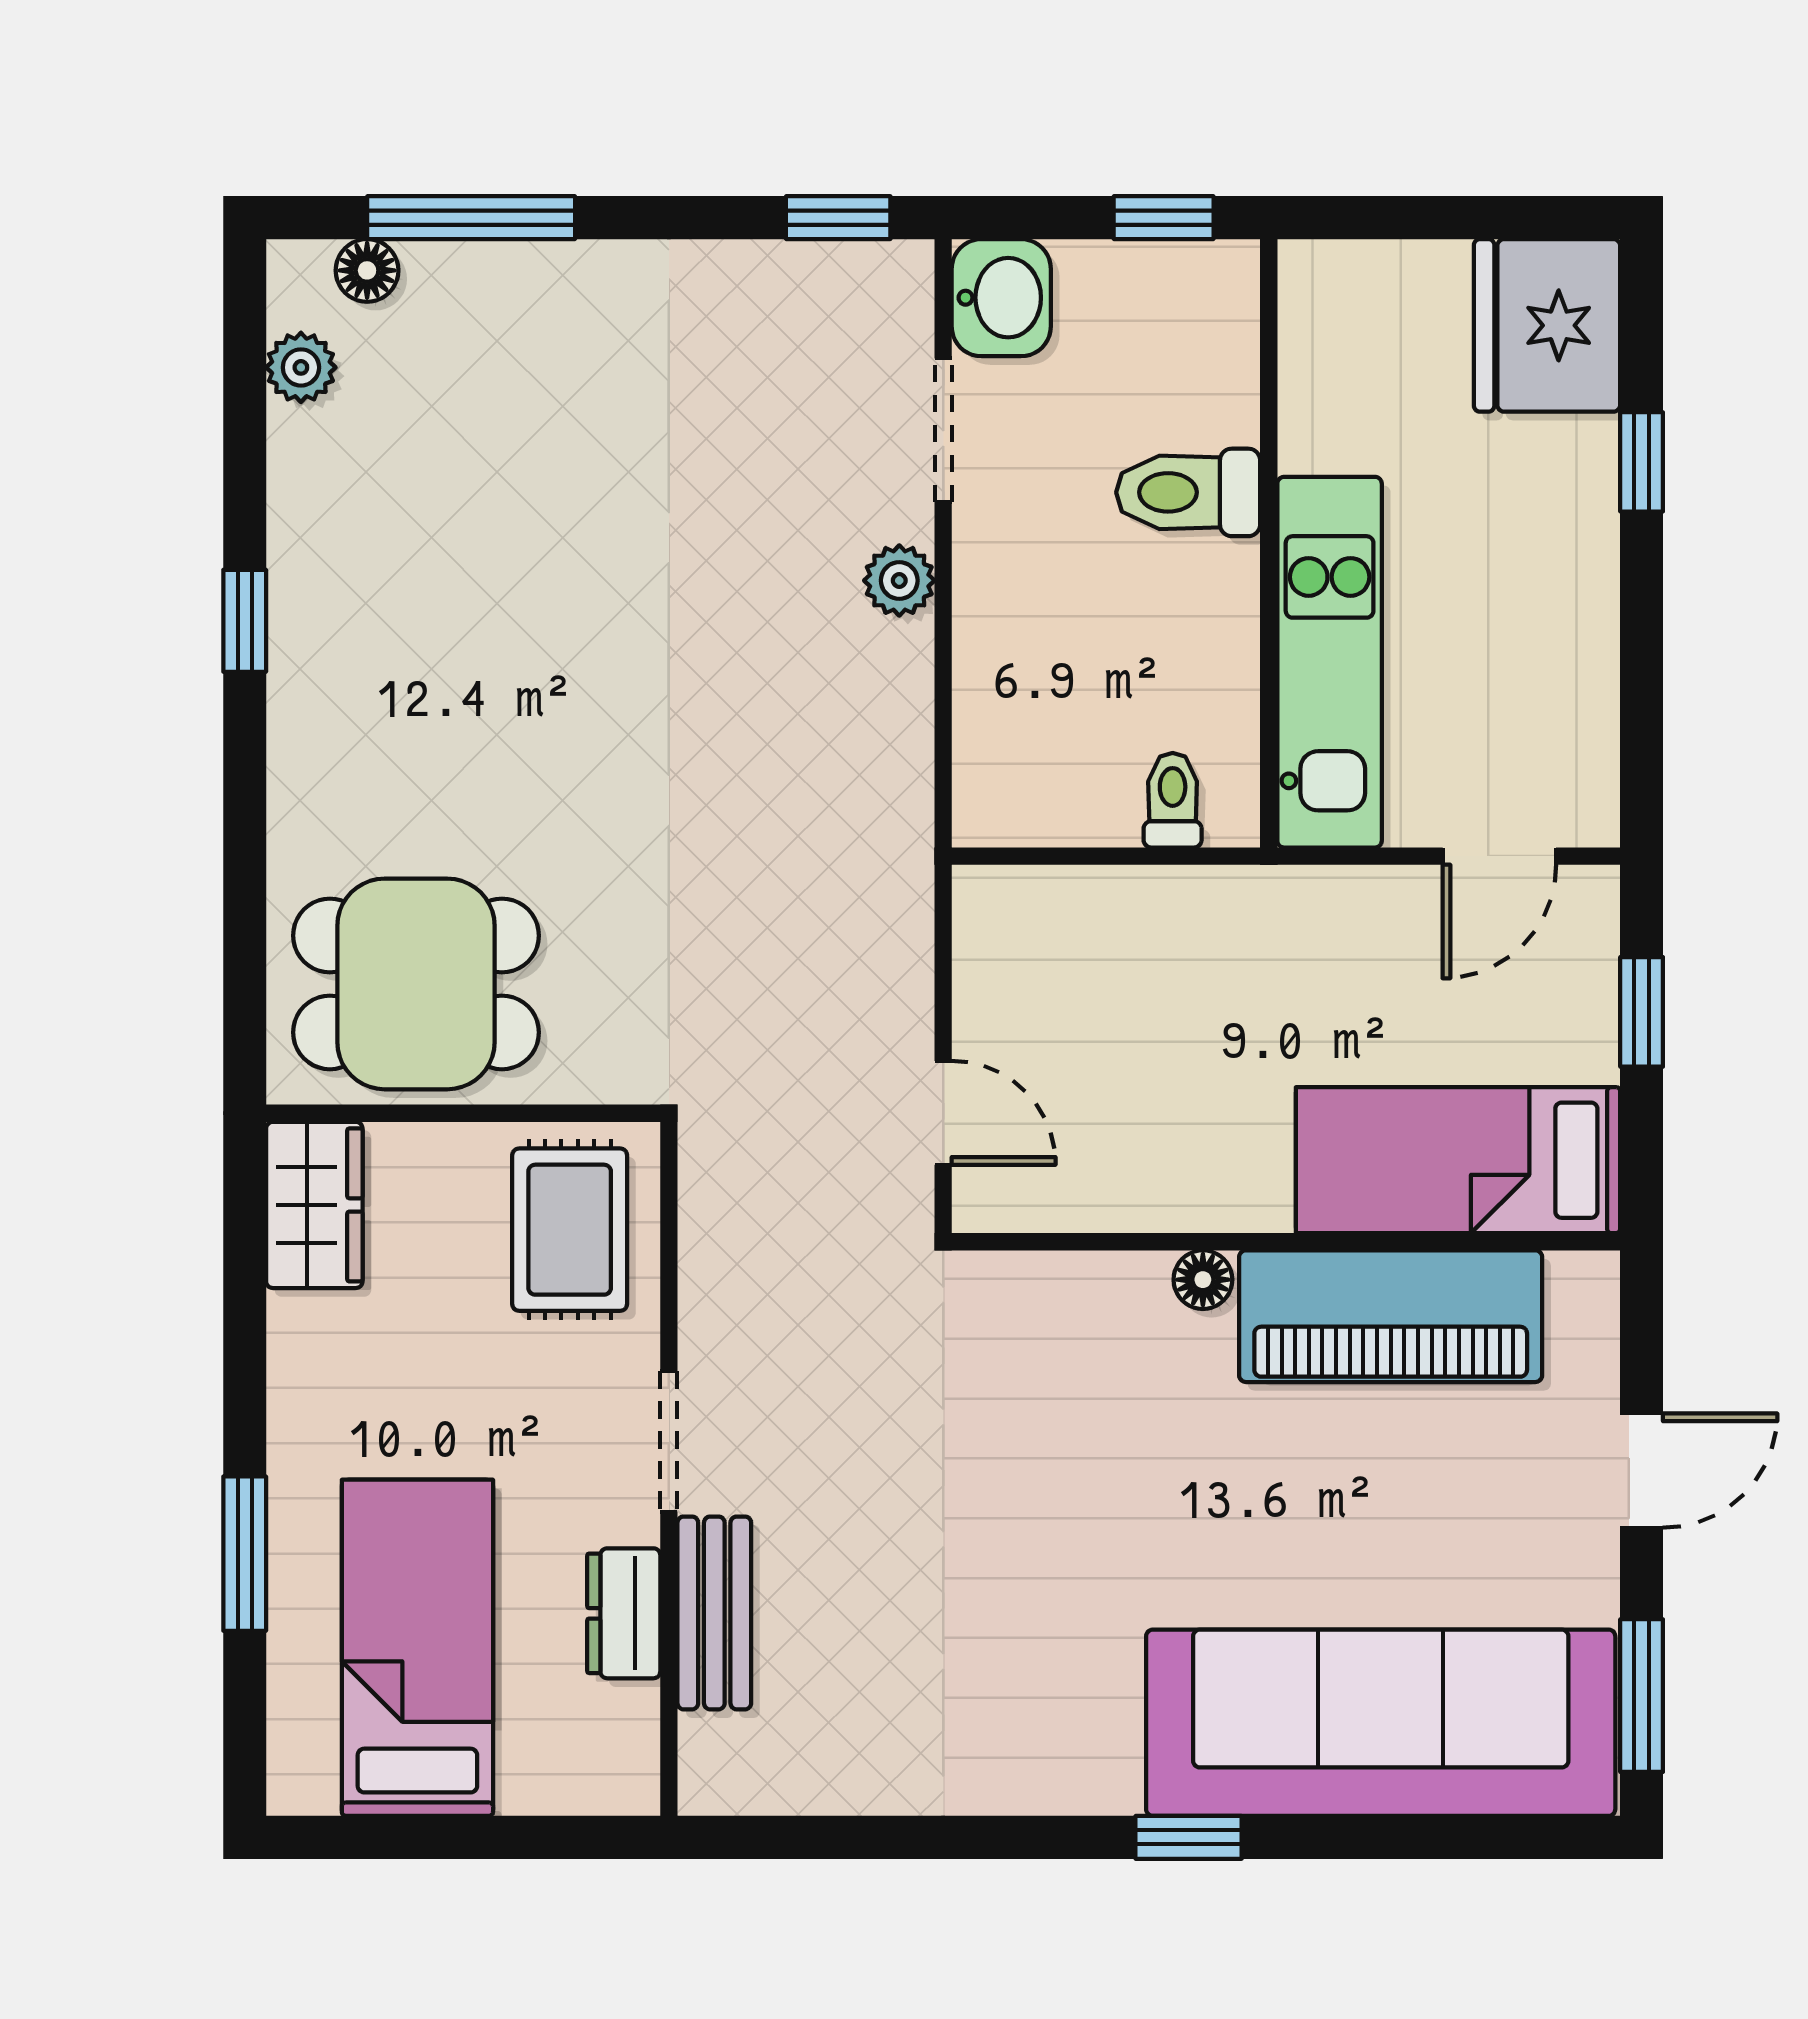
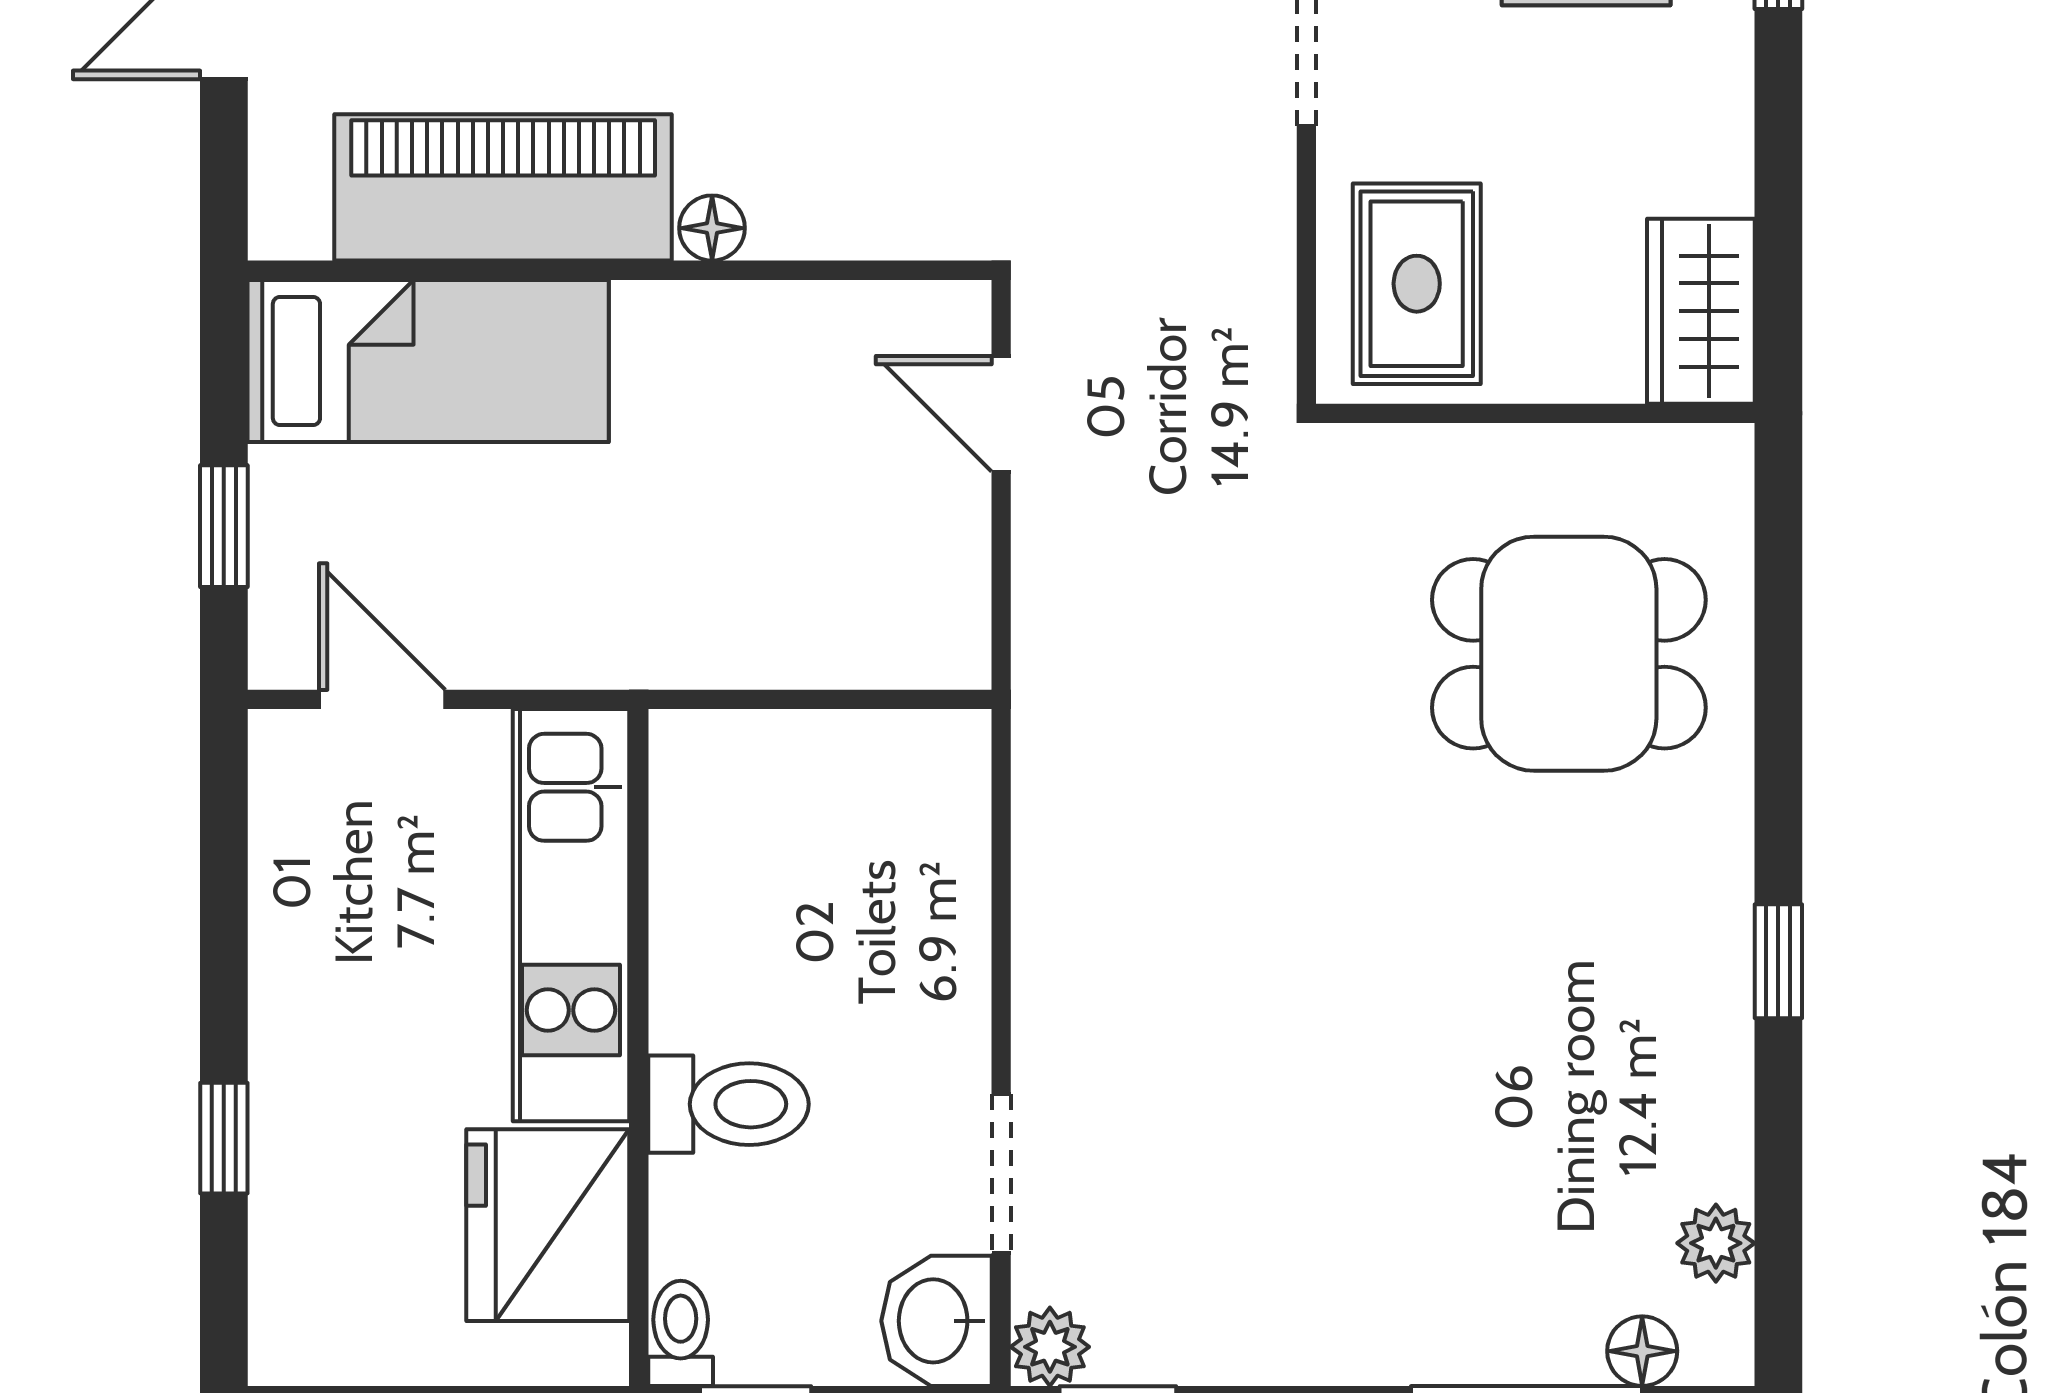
fridge: (1547, 325) -> (548, 1225), moved, turned 180
plant: (899, 580) -> (1050, 1347), moved
toilet: (1173, 800) -> (681, 1333), moved, turned 180
door: (1499, 856) -> (382, 699), hinge flipped
dining table: (416, 984) -> (1569, 654), moved

